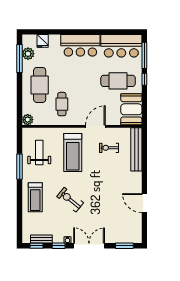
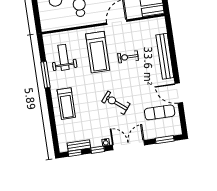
plant: (28, 120) -> (47, 25), removed
exercise bike: (109, 148) -> (128, 57), moved
bench: (136, 149) -> (165, 56), moved
exercise bike: (70, 200) -> (116, 103), moved
exercise mat: (123, 219) -> (160, 112), added

